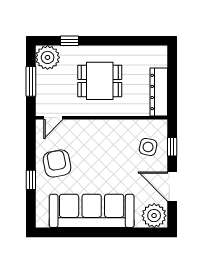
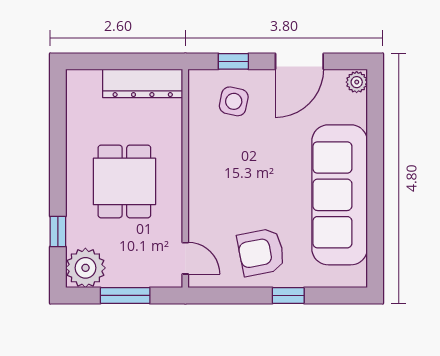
plant: (154, 216) -> (357, 82), width x0.53, depth x0.53

